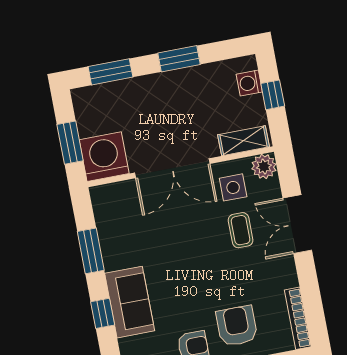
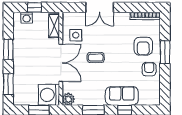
plant: (264, 166) -> (68, 99), moved
coffee table: (241, 230) -> (96, 58), moved
armchair: (237, 326) -> (143, 46), turned -90

